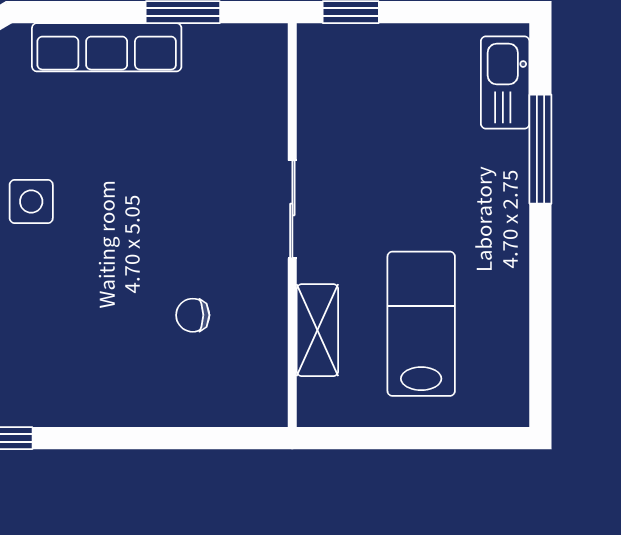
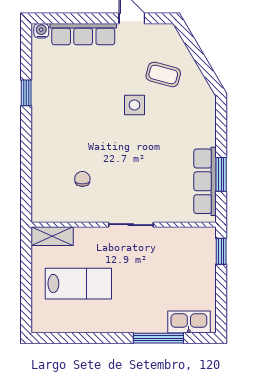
row of seats: (107, 47) -> (205, 181), moved
shelving: (317, 330) -> (52, 236), moved

